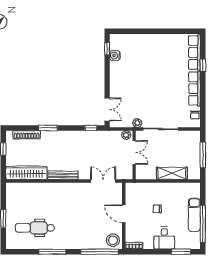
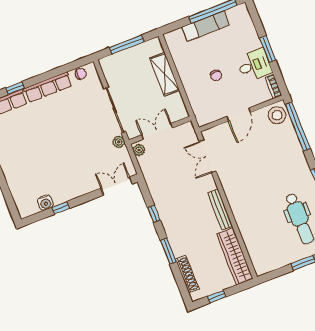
window: (107, 49) -> (61, 208), moved
window: (91, 128) -> (154, 214), moved
desk: (164, 238) -> (254, 65), moved
window: (181, 252) -> (268, 49), moved

